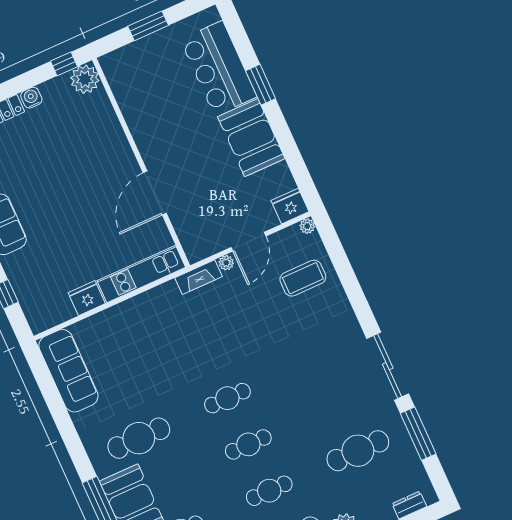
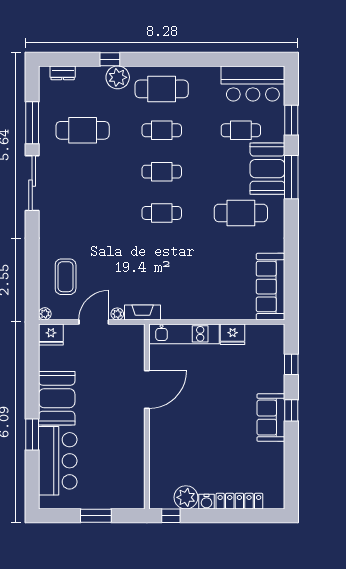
plant: (85, 79) -> (186, 497), moved
coffee table: (303, 278) -> (66, 277), turned 90

